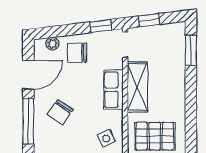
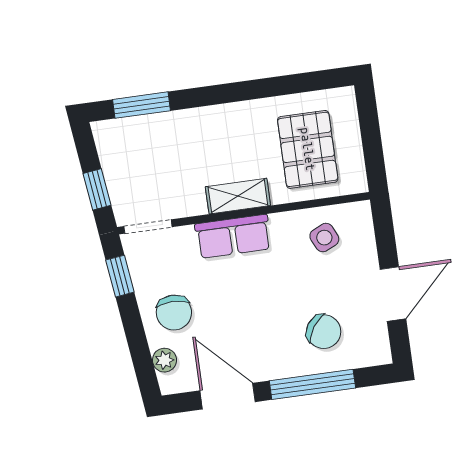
shelving: (137, 87) -> (238, 196), width x0.67, depth x0.75
chair: (60, 112) -> (324, 332), moved

